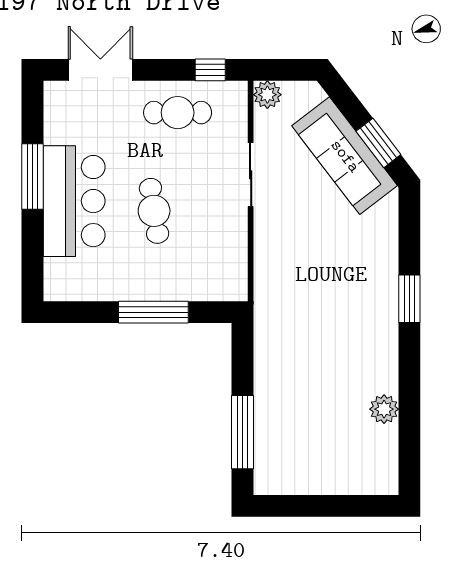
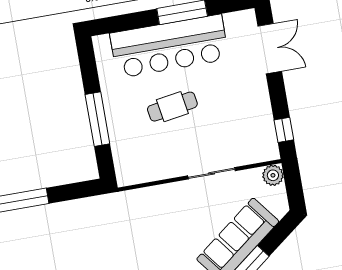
cafe table: (178, 113) -> (248, 111), removed
bar counter: (74, 201) -> (169, 46), width x1.36

